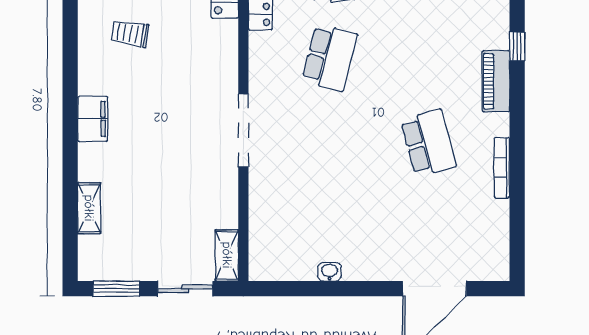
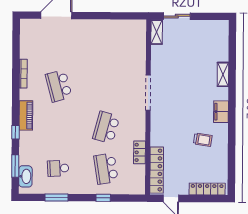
filing cabinet: (93, 119) -> (221, 112), moved
shelving: (89, 208) -> (223, 74), moved
washbasin: (330, 272) -> (107, 24), removed
window: (116, 289) -> (210, 16), removed

